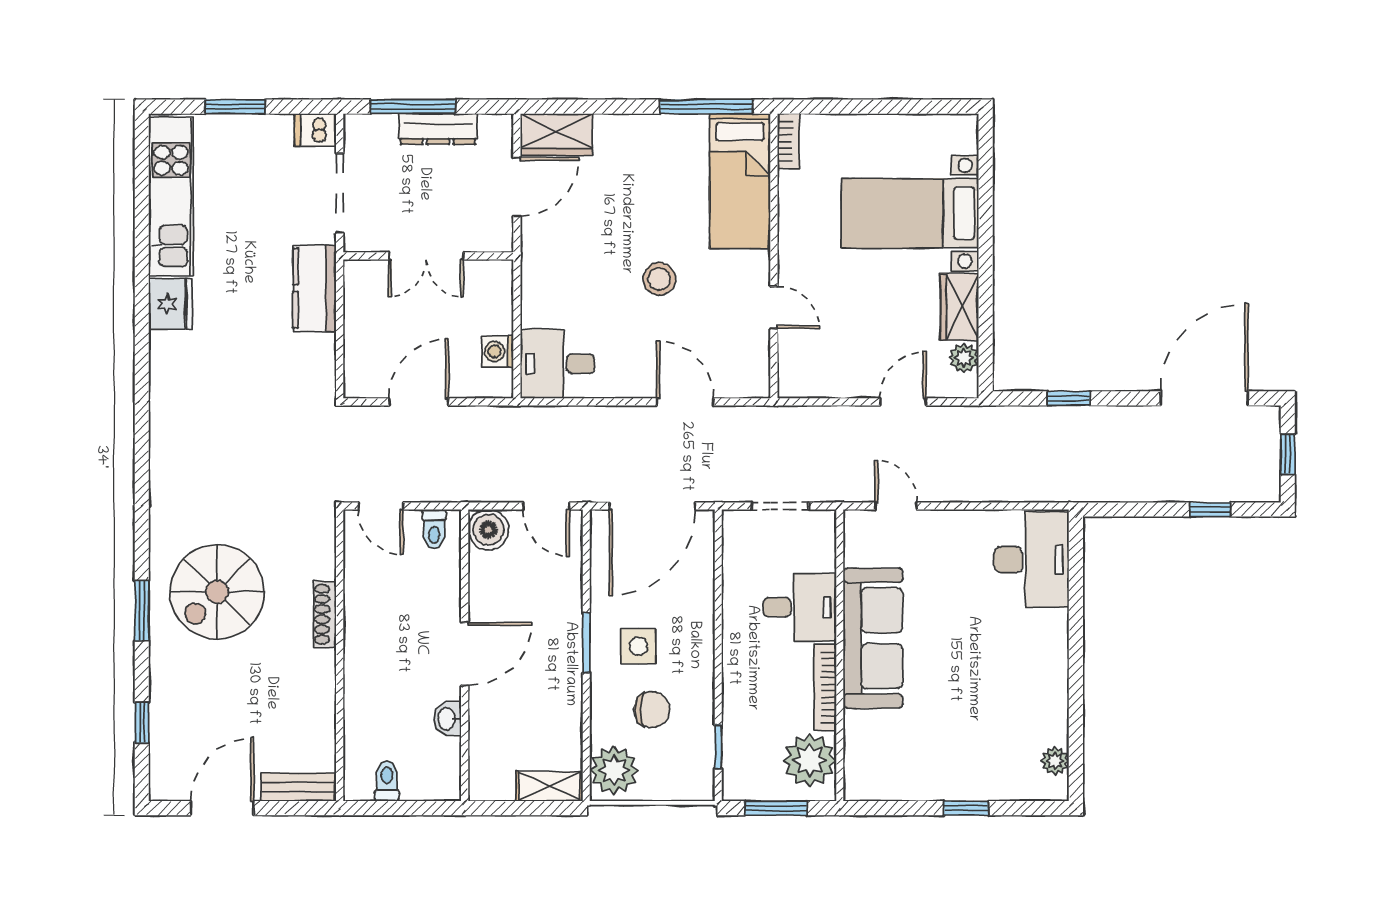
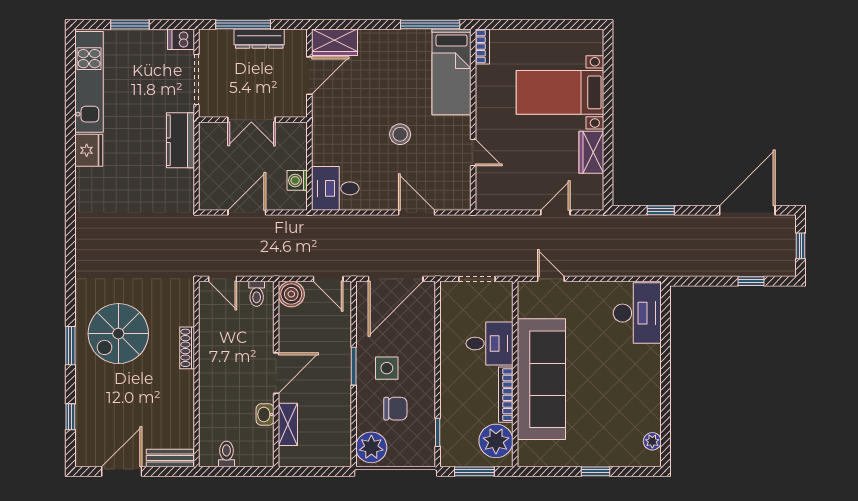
plant: (964, 358) -> (594, 185), removed
sofa: (873, 638) -> (541, 379), width x1.36, depth x1.27
shelving: (550, 786) -> (288, 424), moved, turned 90

